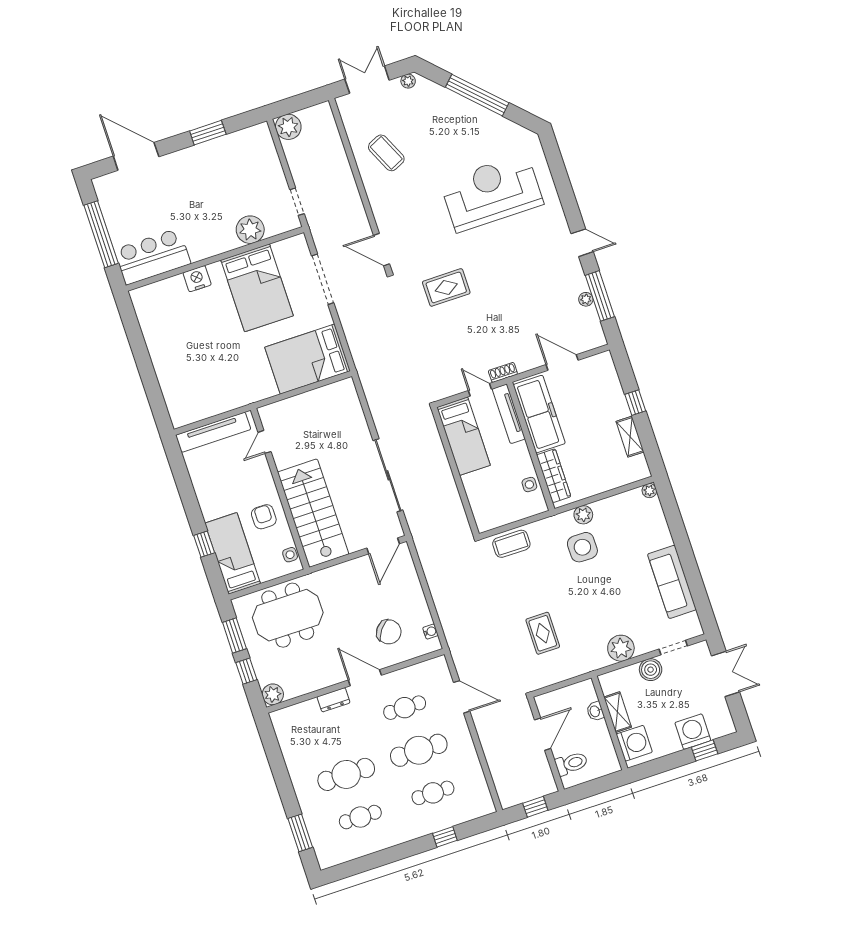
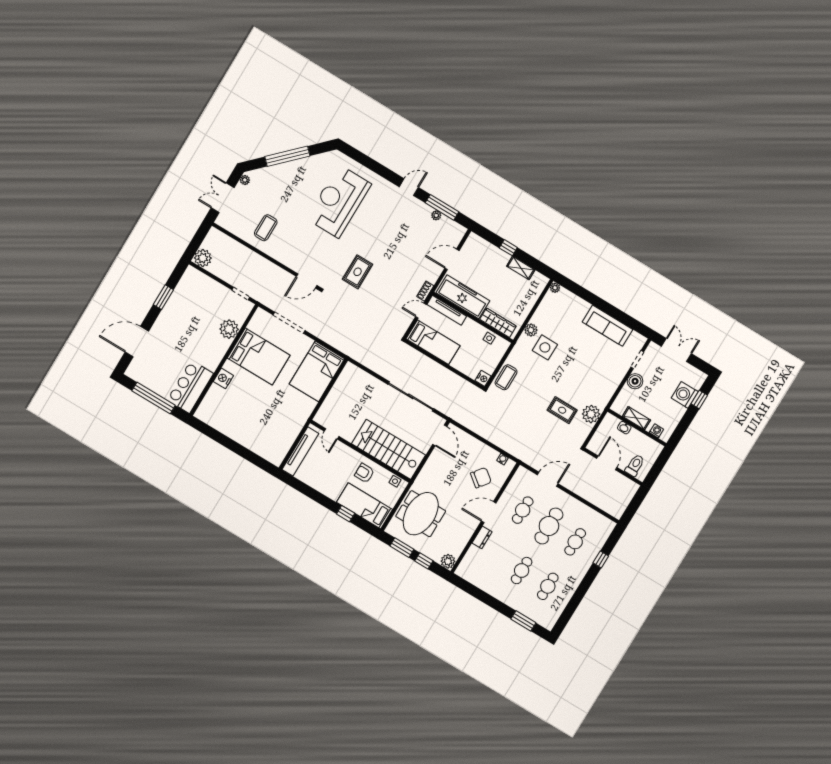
coffee table: (386, 153) -> (266, 228), turned -65
nightstand: (485, 523) -> (483, 378), added
plant: (621, 648) -> (591, 414), moved
washing machine: (634, 743) -> (656, 431), width x0.53, depth x0.53
cafe table: (346, 774) -> (522, 571), width x0.73, depth x0.74
window: (535, 807) -> (635, 504), removed

